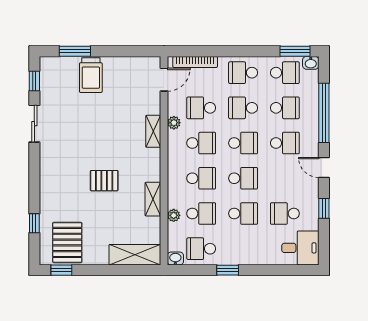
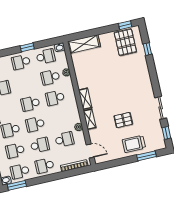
school desk: (243, 73) -> (45, 166), turned 180
trolley: (91, 75) -> (134, 144), turned -90
door: (164, 80) -> (90, 151), swing flipped
school desk: (201, 143) -> (60, 119), removed
pallet: (104, 181) -> (123, 120), moved
shelving: (153, 199) -> (85, 99), moved
school desk: (243, 213) -> (21, 62), moved

